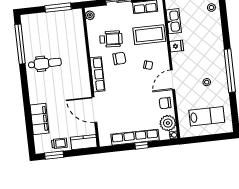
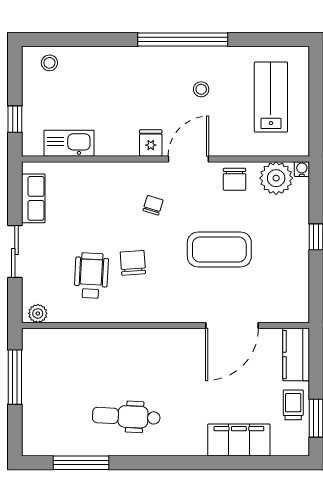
coffee table: (149, 35) -> (219, 250), moved, turned 90
window: (20, 44) -> (81, 463), width x0.68
fridge: (177, 46) -> (151, 143), moved
dental chair: (45, 63) -> (126, 417), turned -87
row of seats: (97, 74) -> (160, 311), removed
door: (172, 80) -> (188, 159), swing flipped
row of seats: (135, 137) -> (298, 249), removed

